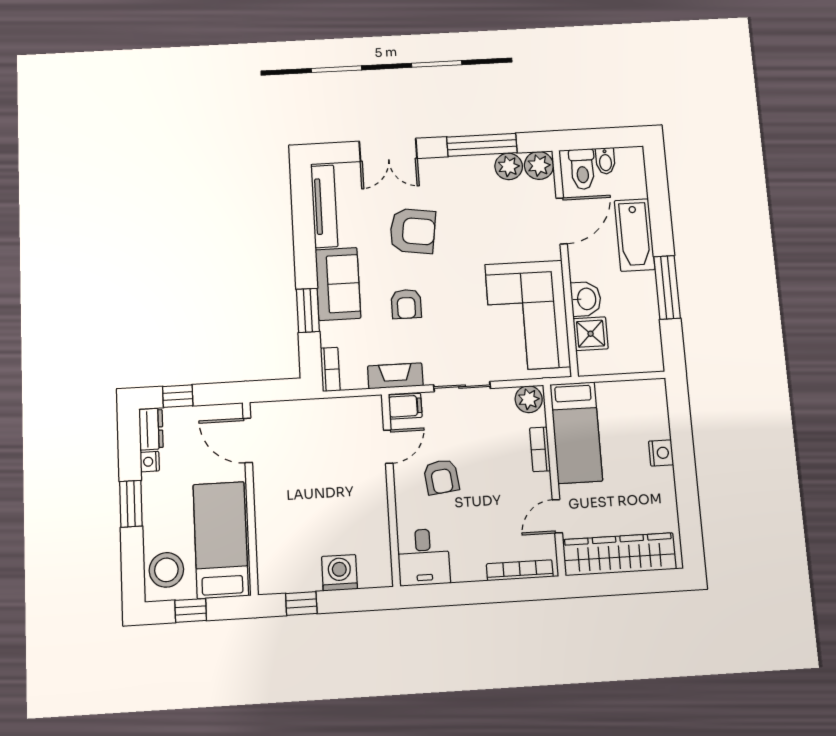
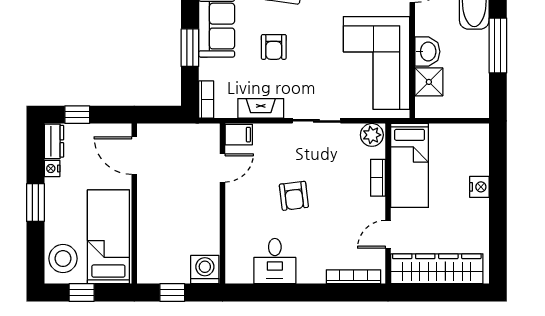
filing cabinet: (405, 406) -> (239, 135), moved
door: (388, 447) -> (223, 168), moved
wall: (391, 489) -> (223, 204), moved

